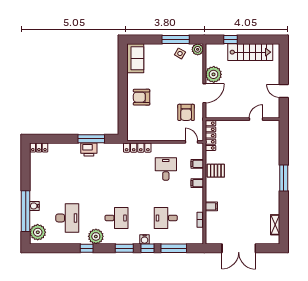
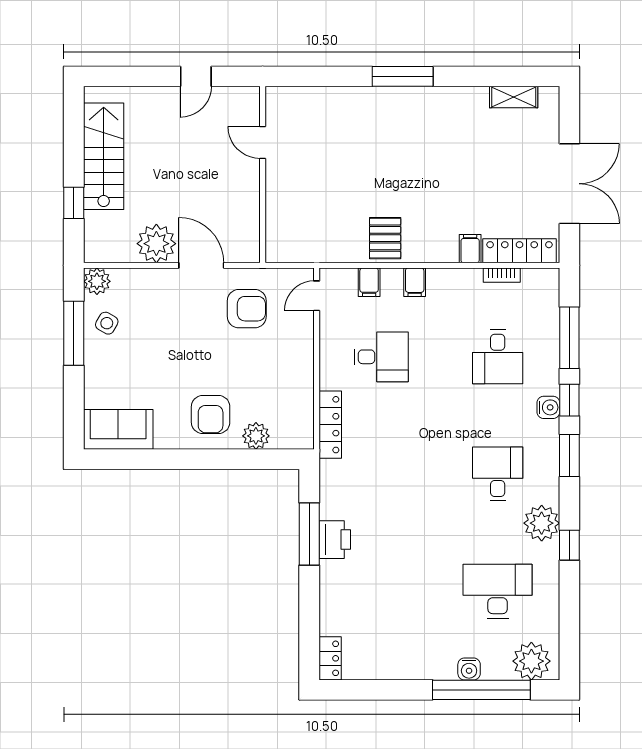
plant: (133, 116) -> (256, 436), added
locker: (210, 136) -> (520, 251), moved
desk: (166, 169) -> (381, 357), turned 180

